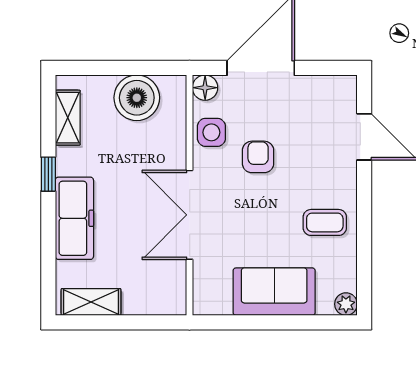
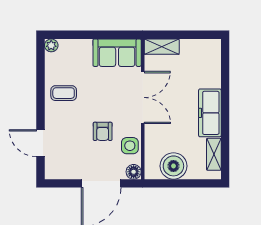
window: (48, 174) -> (225, 121), removed
freezer: (74, 218) -> (210, 113), moved
sofa: (274, 292) -> (117, 53), moved
shelving: (91, 302) -> (162, 47), moved

